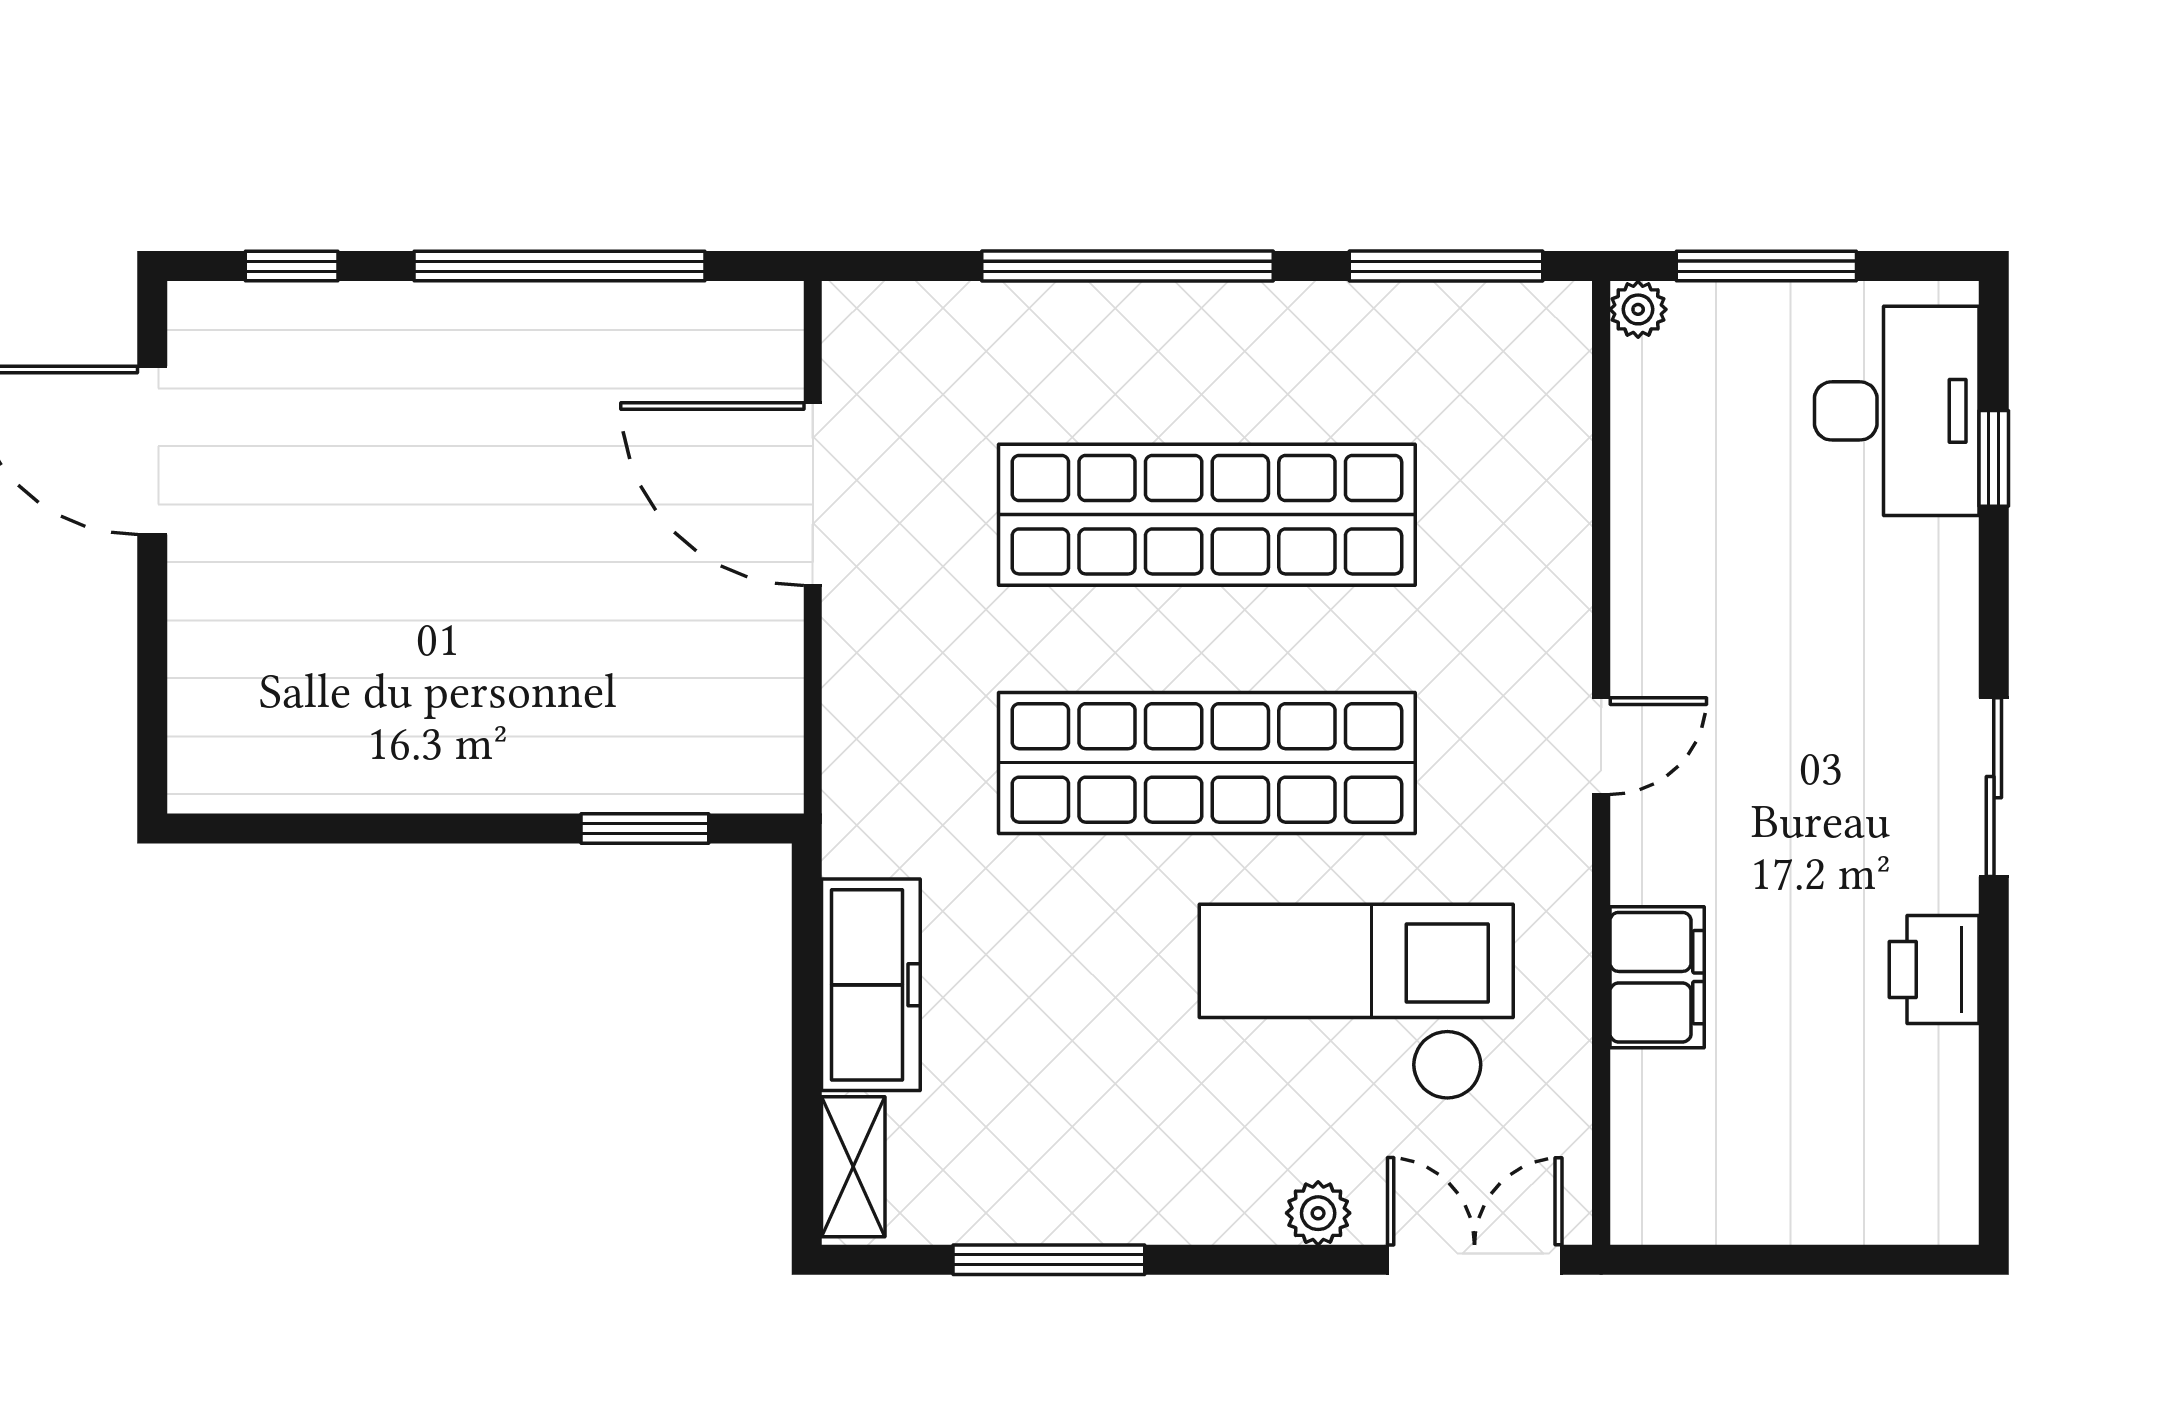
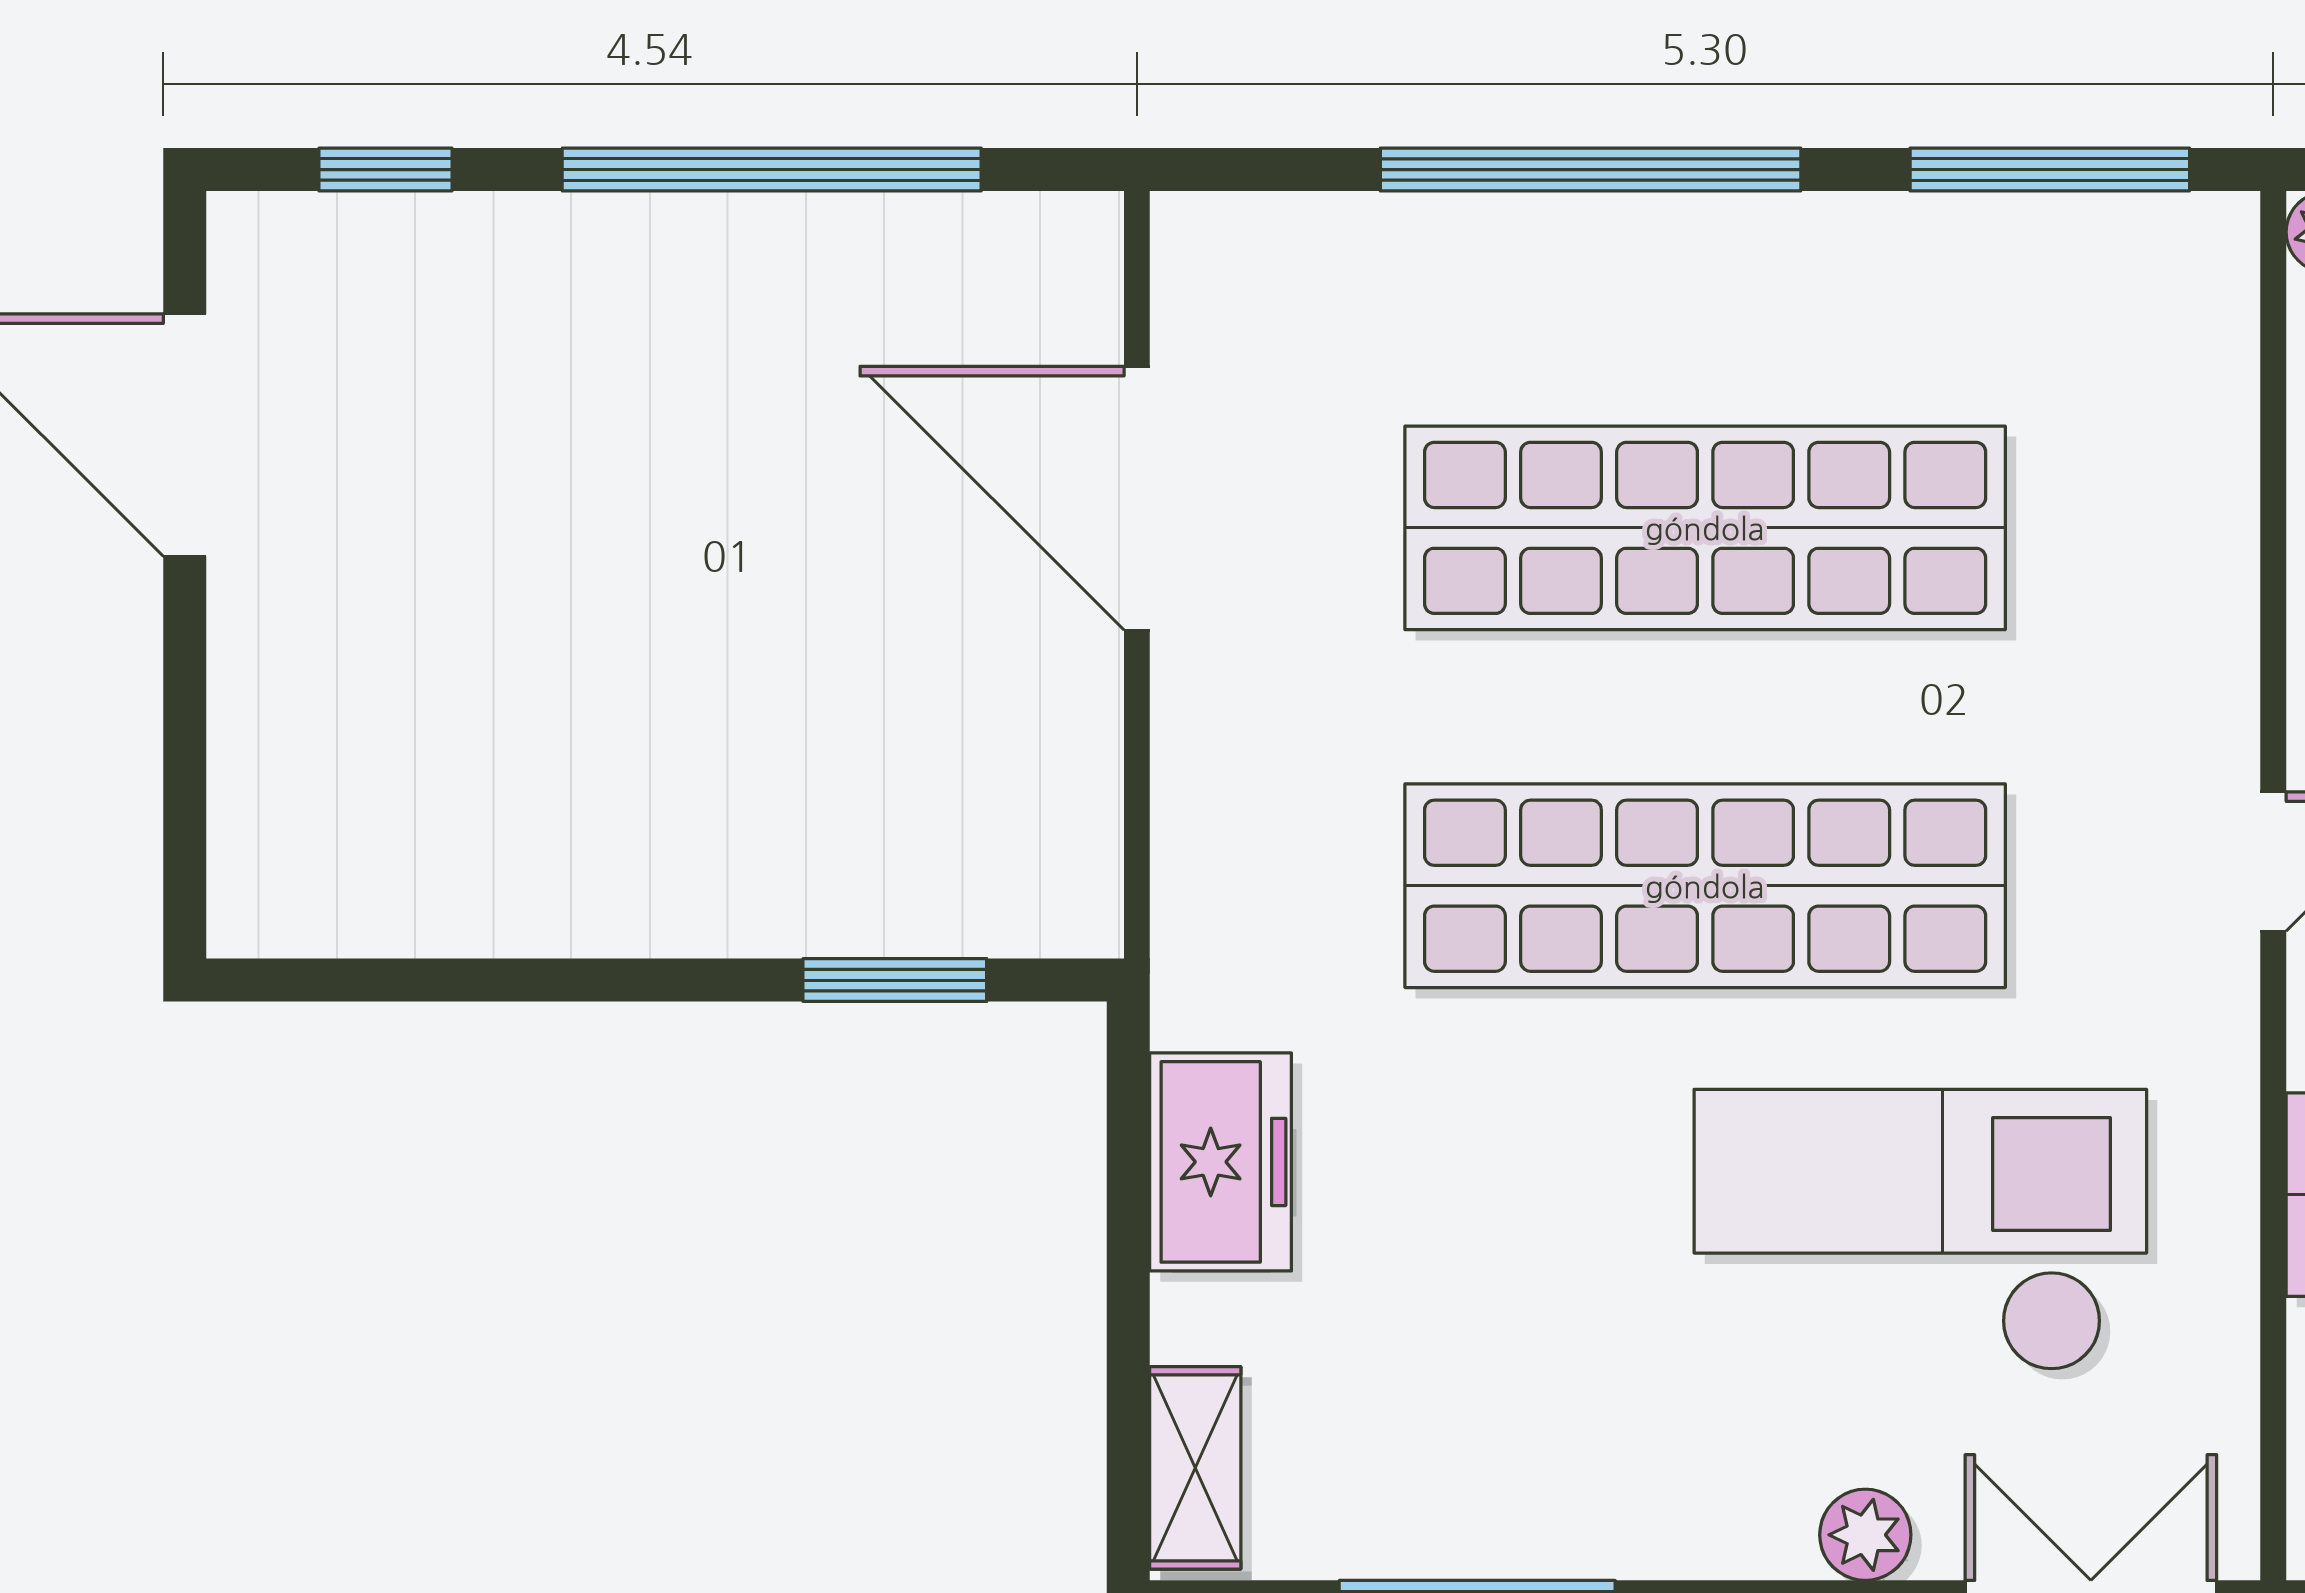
freezer: (871, 985) -> (1221, 1162), width x0.71

